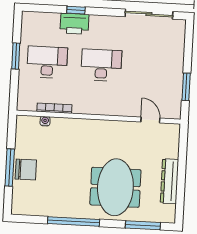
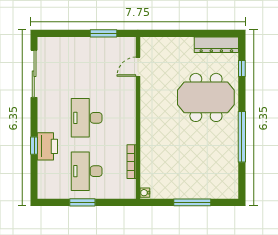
water cooler: (45, 121) -> (145, 193), moved
chair: (26, 170) -> (193, 186), removed
dresser: (170, 181) -> (216, 45), moved
window: (143, 225) -> (242, 68), width x0.46

